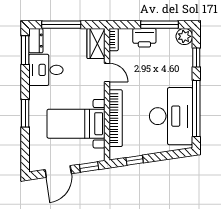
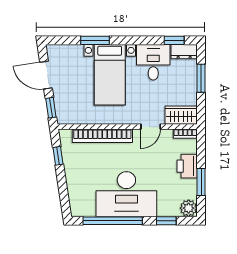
window: (61, 25) -> (201, 78), width x0.69
window: (159, 25) -> (201, 182), width x0.69
window: (25, 50) -> (174, 40), width x0.67
window: (25, 113) -> (95, 40), moved
desk: (171, 116) -> (126, 194), moved
bed with nightstands: (76, 124) -> (110, 75), moved, turned 180

